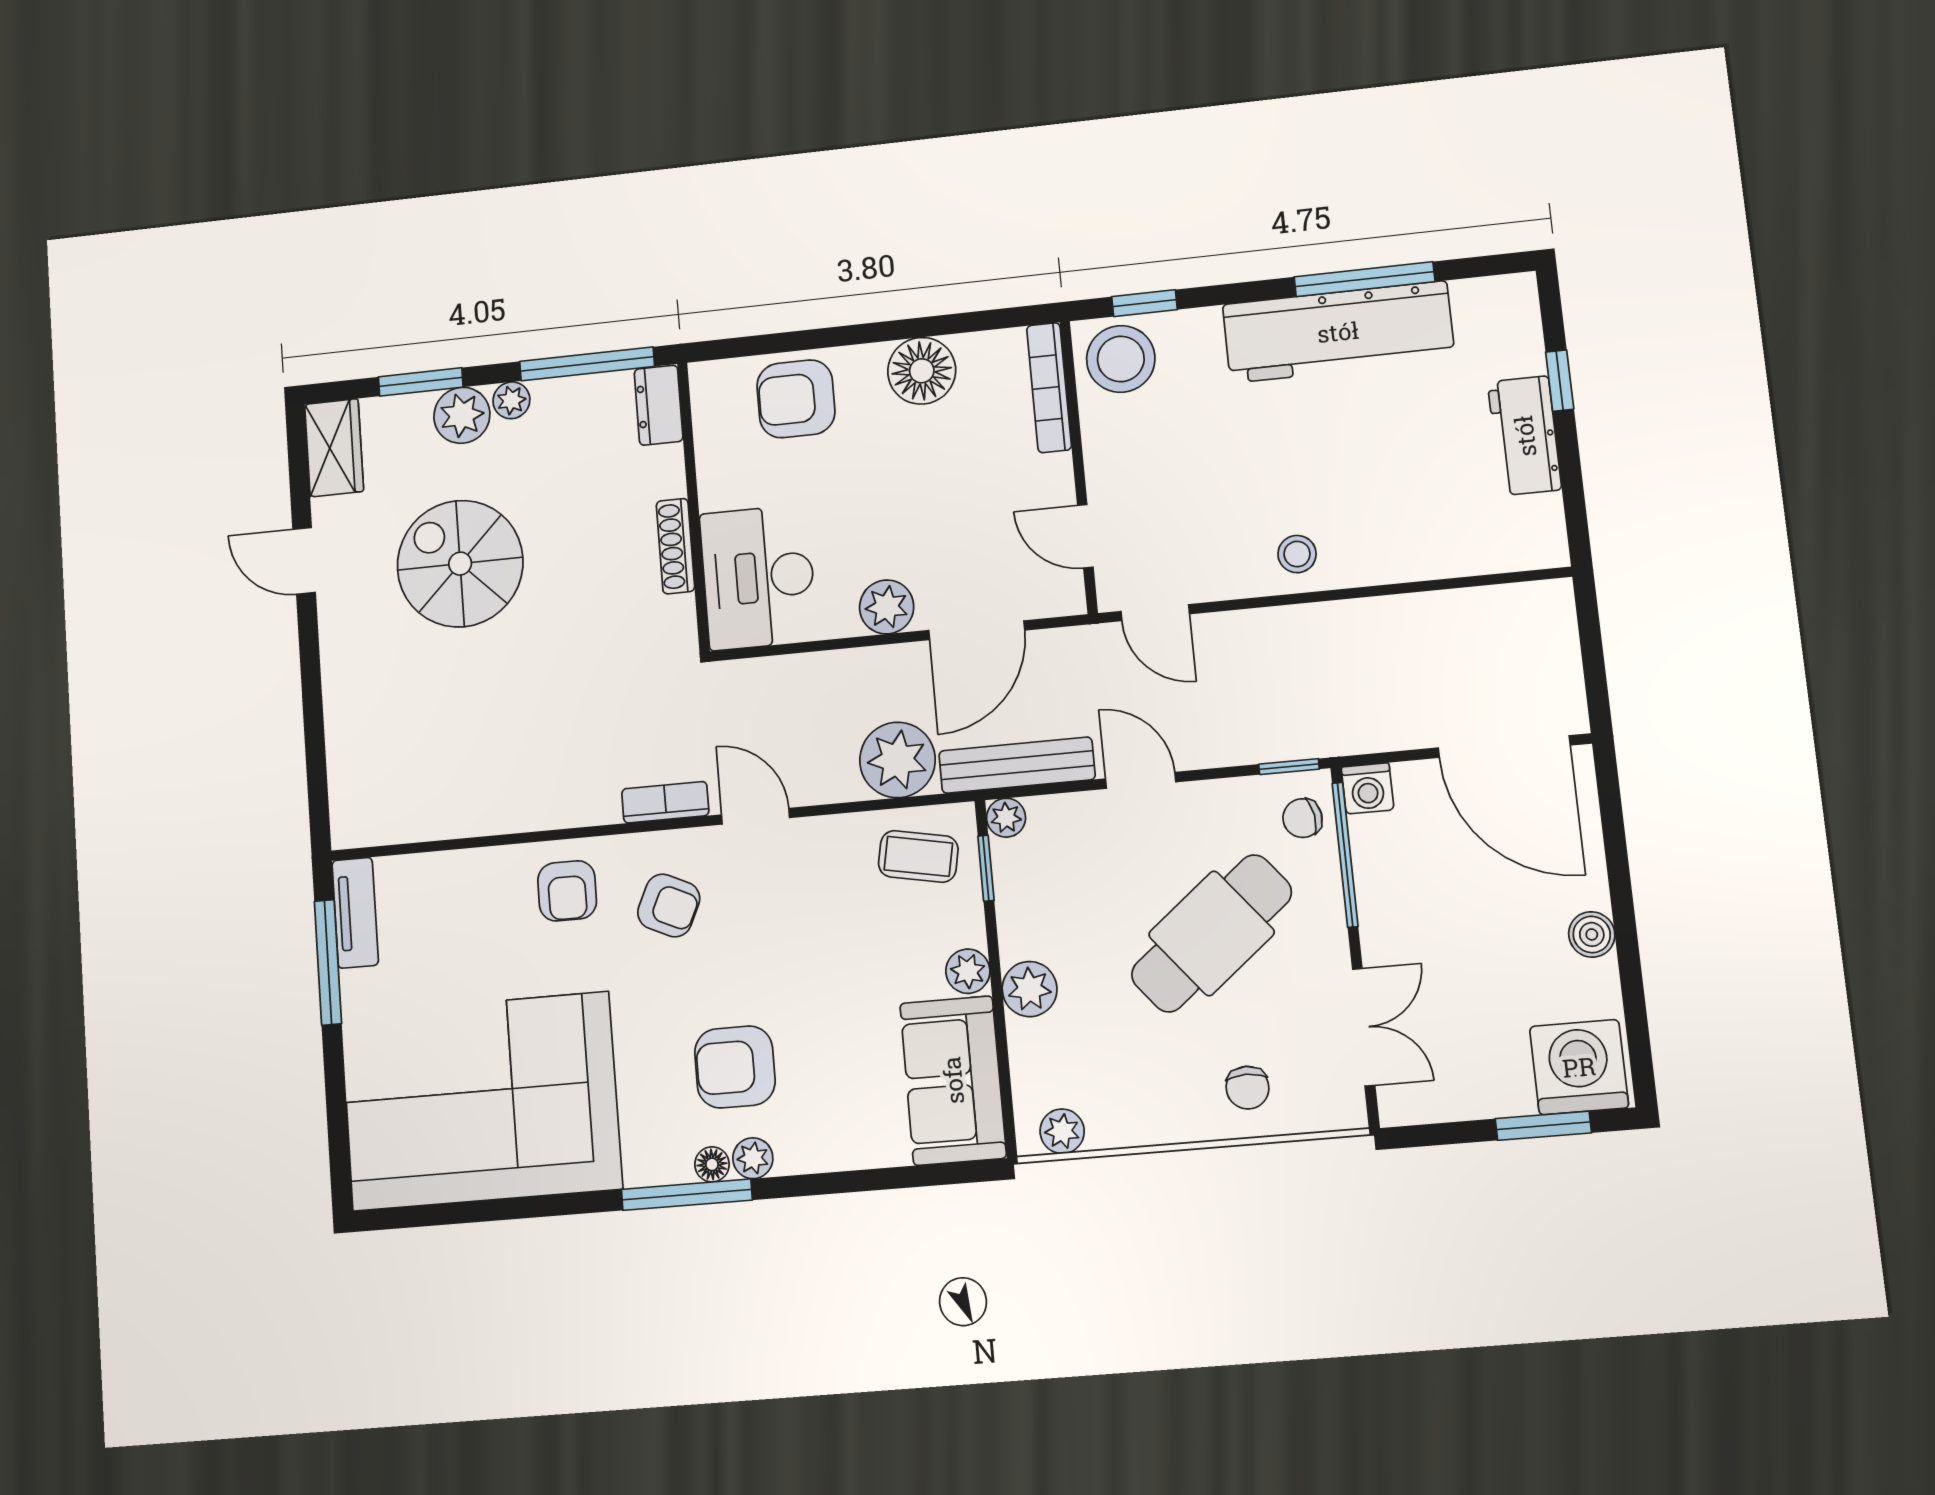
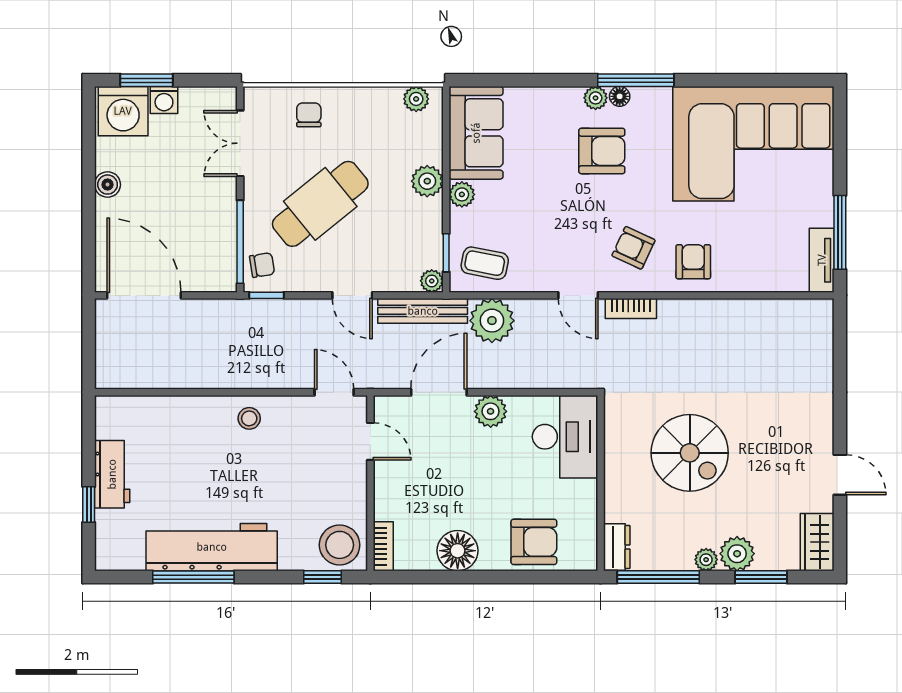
bookcase: (1049, 388) -> (383, 546), width x0.64
shoe rack: (675, 546) -> (613, 460), removed
spiral stairs: (460, 564) -> (690, 453), moved
washing machine: (1368, 788) -> (164, 100), moved, turned 180

